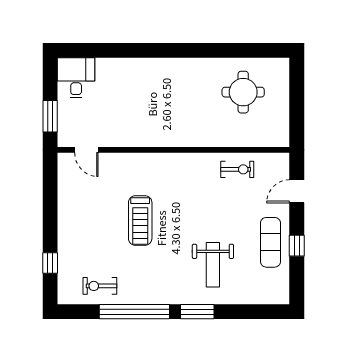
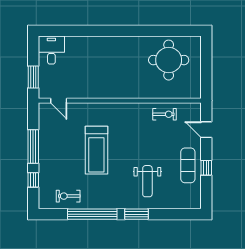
round table: (243, 92) -> (169, 60), width x1.36, depth x1.36
door: (297, 191) -> (206, 130), hinge flipped
window: (50, 215) -> (33, 147), added
treadmill: (140, 220) -> (96, 150), width x1.37, depth x1.38

